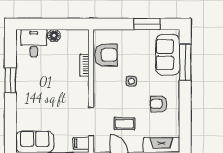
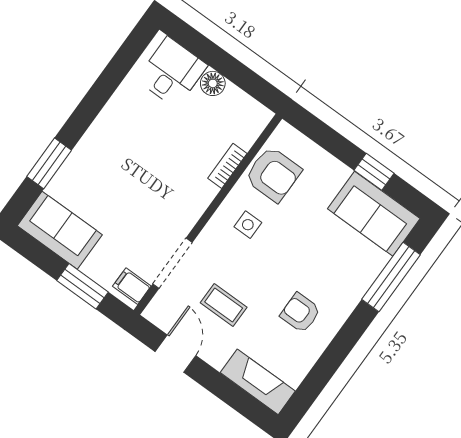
window: (147, 24) -> (374, 172), width x0.67
sofa: (168, 55) -> (374, 214), moved, turned -90
window: (10, 80) -> (49, 163), moved
side table: (131, 81) -> (248, 225), moved

